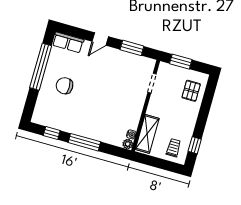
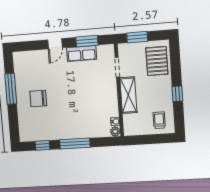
row of seats: (68, 42) -> (82, 53), moved
window: (41, 67) -> (11, 89), width x0.68
pallet: (191, 91) -> (157, 61), width x1.50, depth x1.42
shelving: (147, 134) -> (128, 95), moved
window: (195, 145) -> (177, 94), moved

